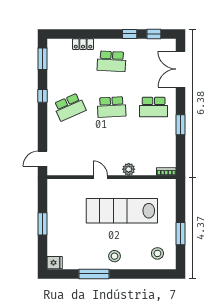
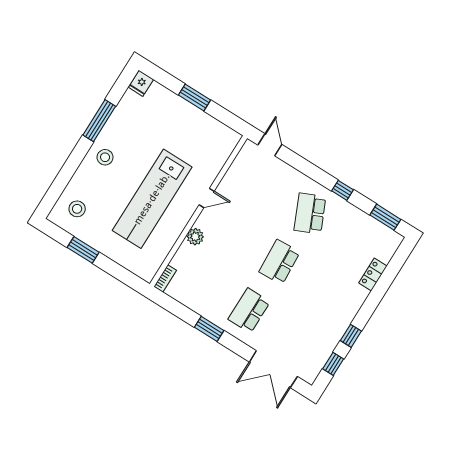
school desk: (112, 61) -> (332, 295), removed
double door: (181, 69) -> (273, 369), swing flipped
lab bench: (122, 211) -> (152, 199), turned 180

